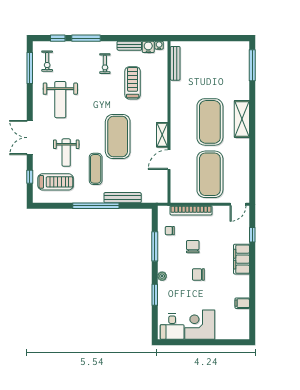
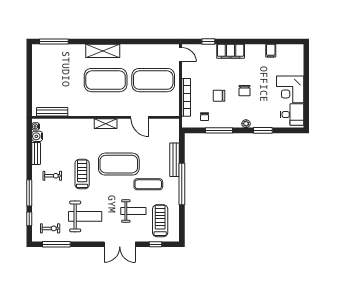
treadmill: (133, 83) -> (82, 174), moved, turned 90
shelving: (162, 135) -> (106, 124), moved

